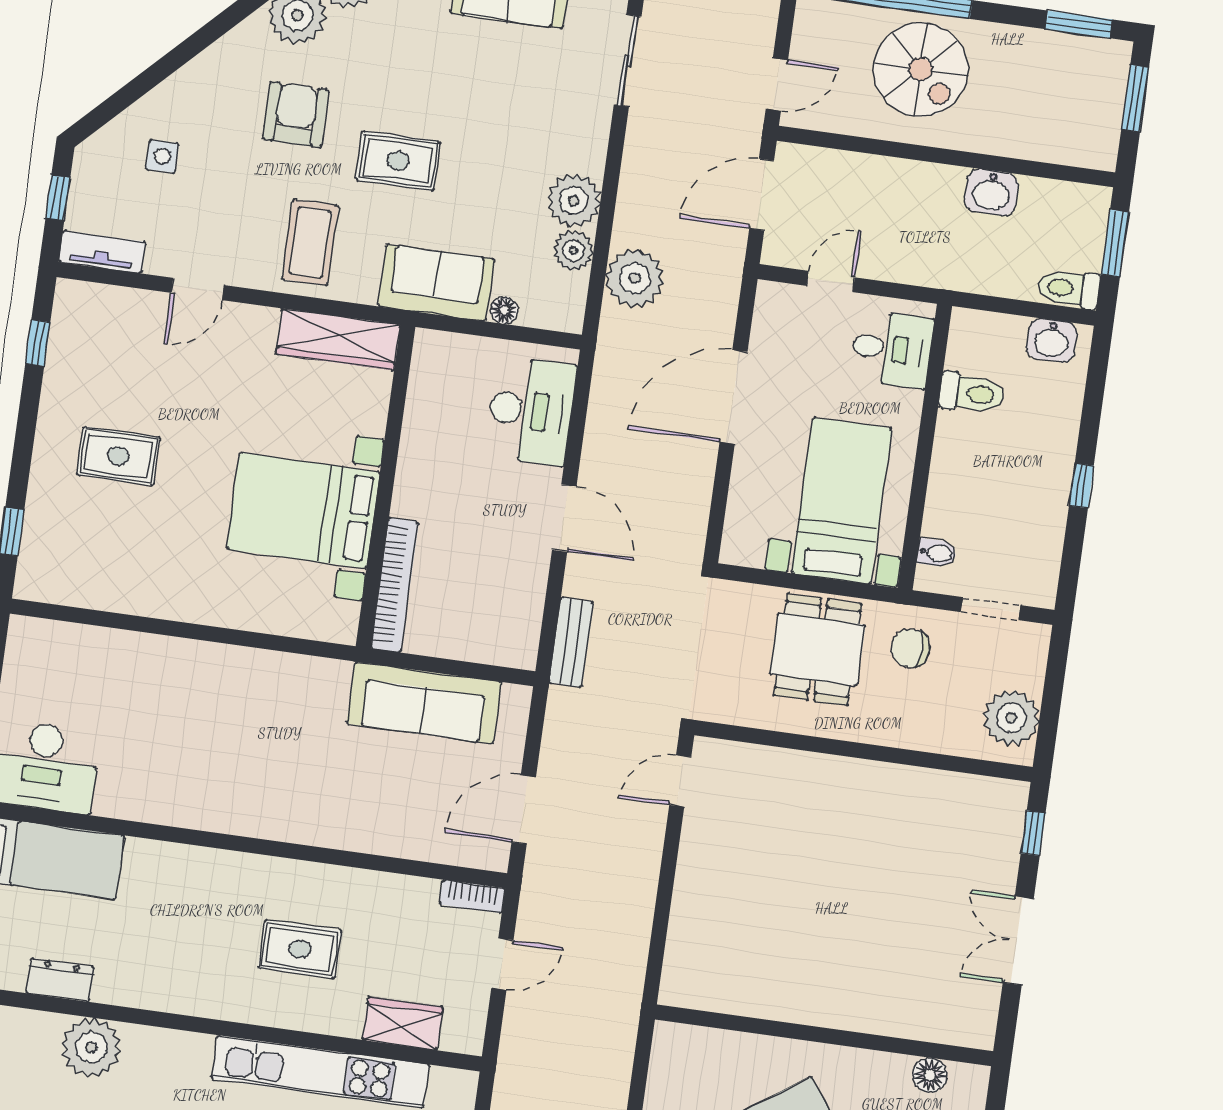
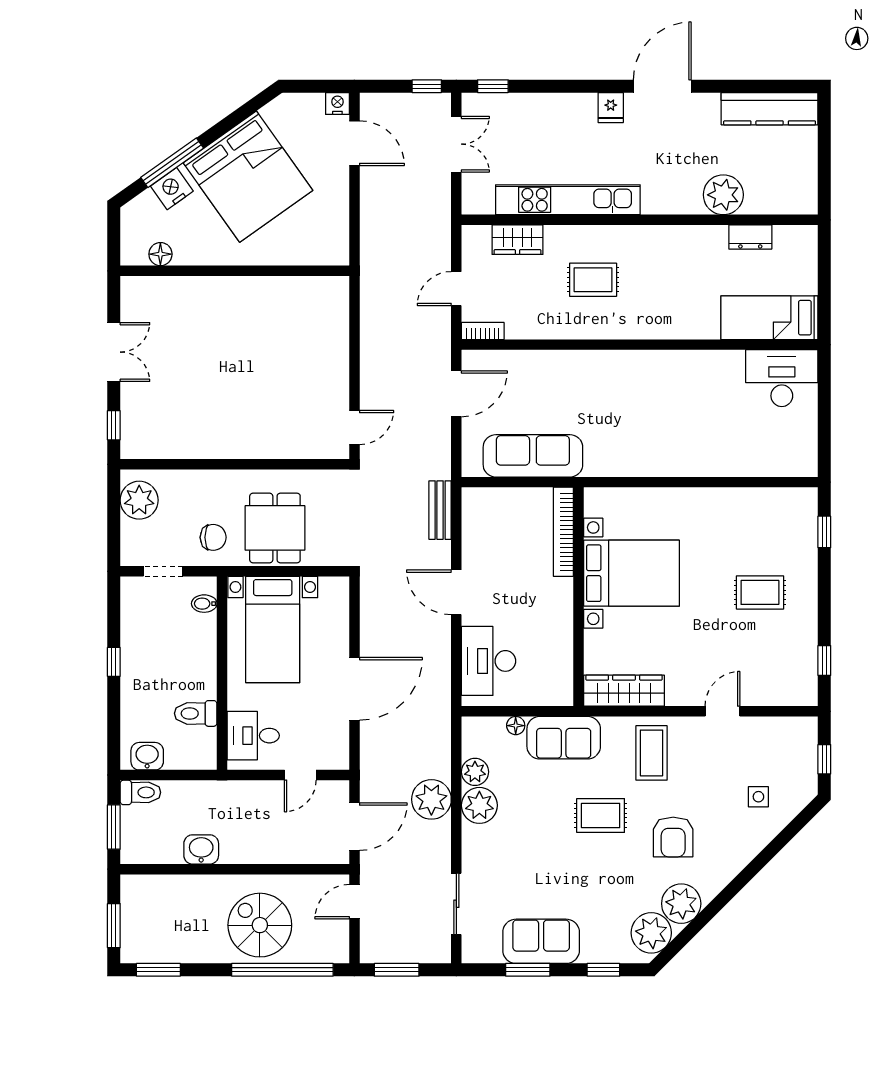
tv unit: (102, 252) -> (790, 727), removed
plant: (635, 278) -> (431, 799), moved

